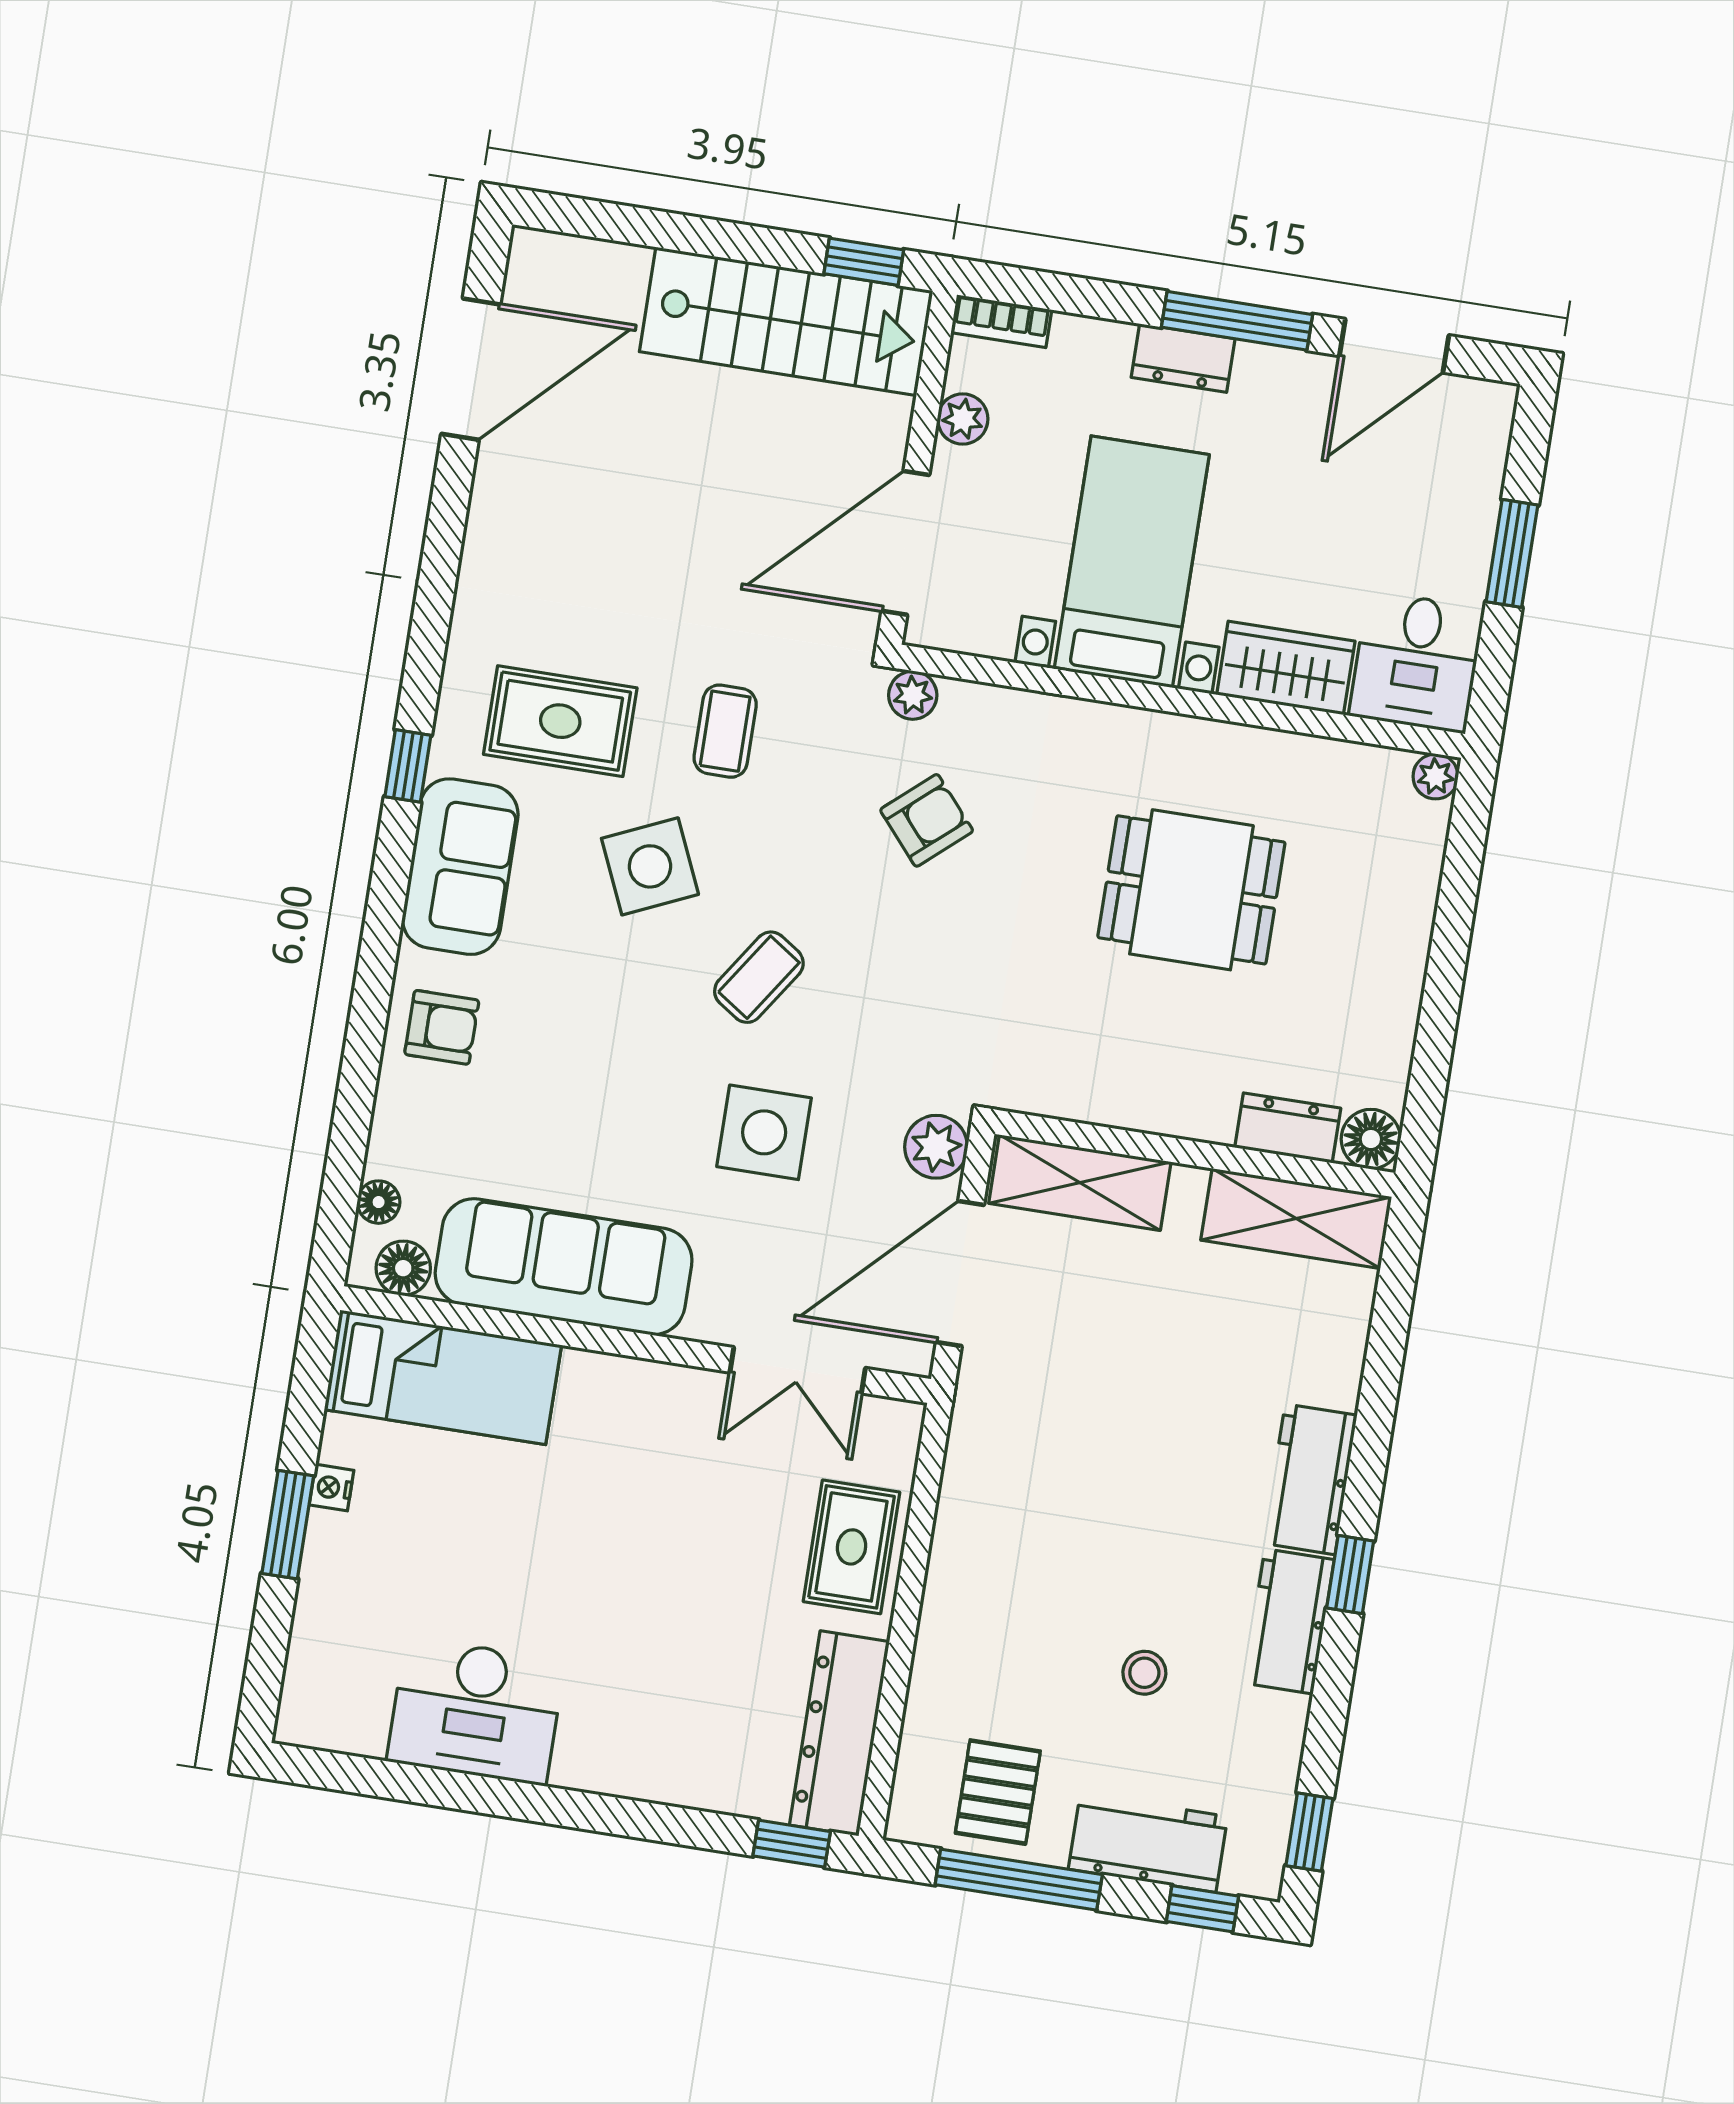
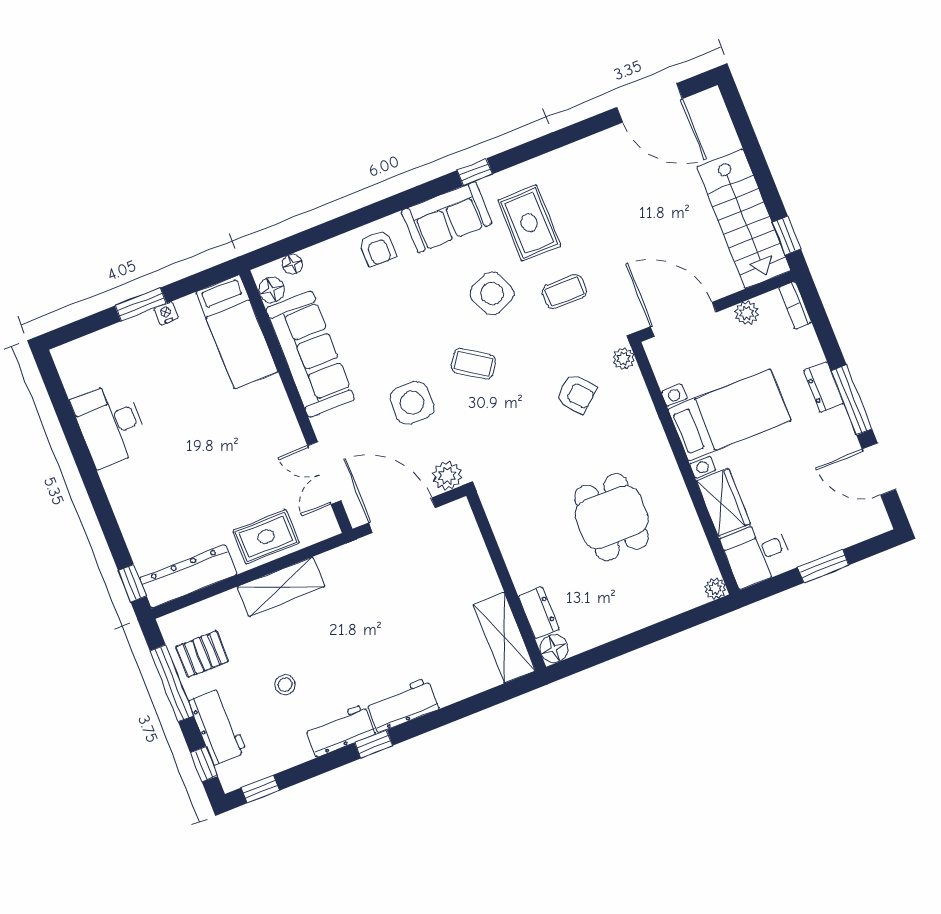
shelving: (1080, 1183) -> (281, 587), moved, turned 90

